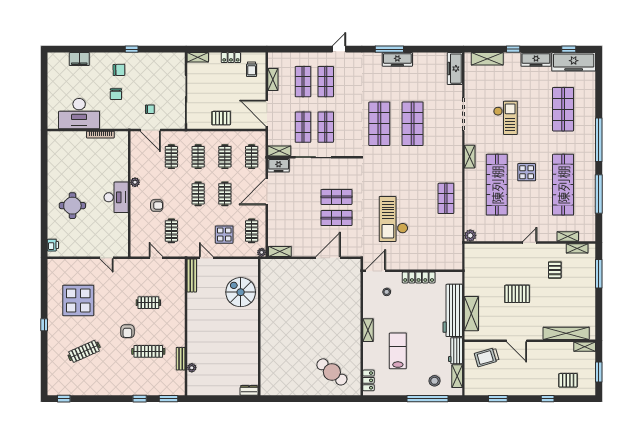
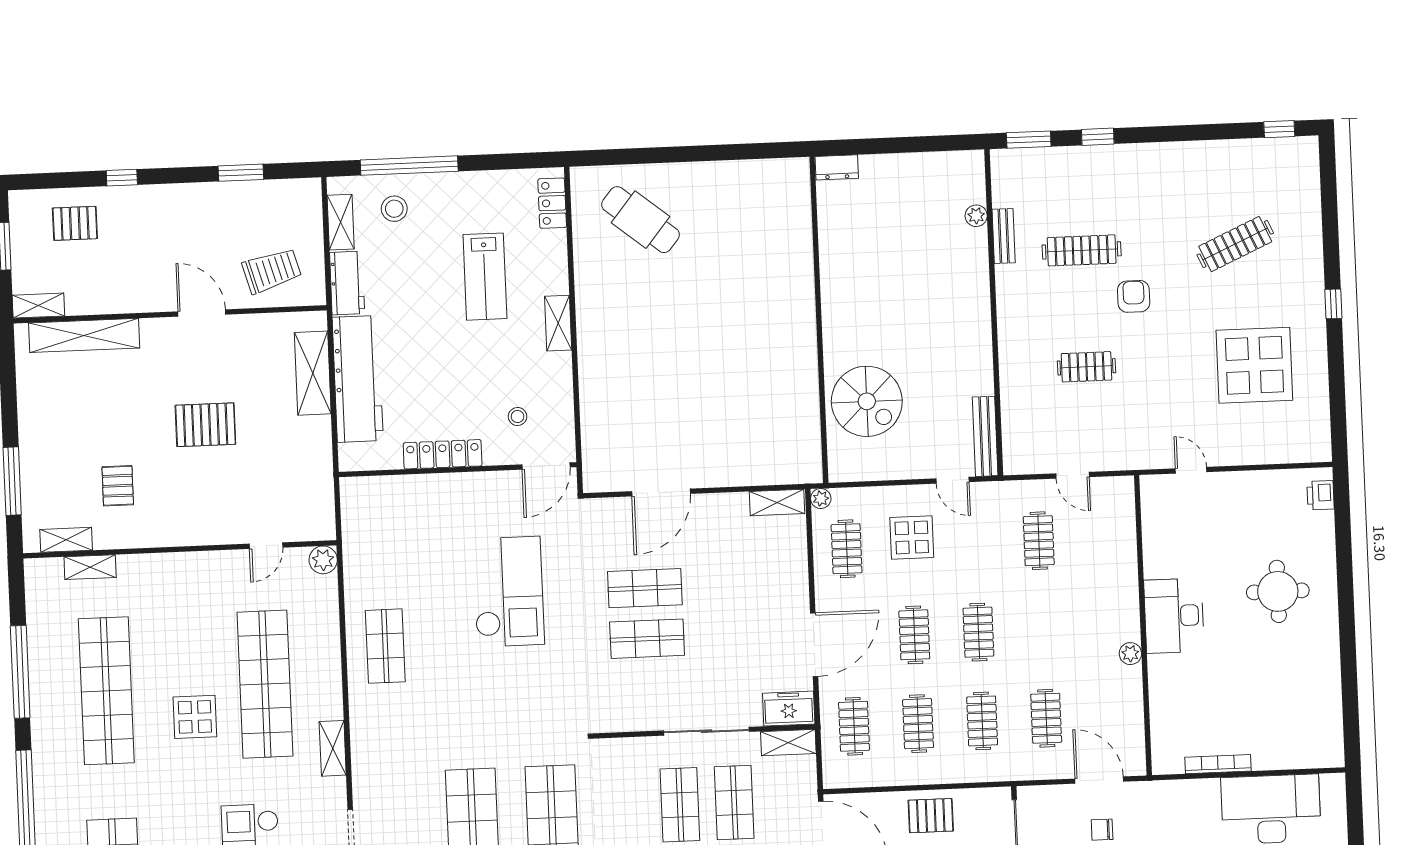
armchair: (157, 206) -> (1076, 600), removed
door: (530, 242) -> (266, 546), moved

